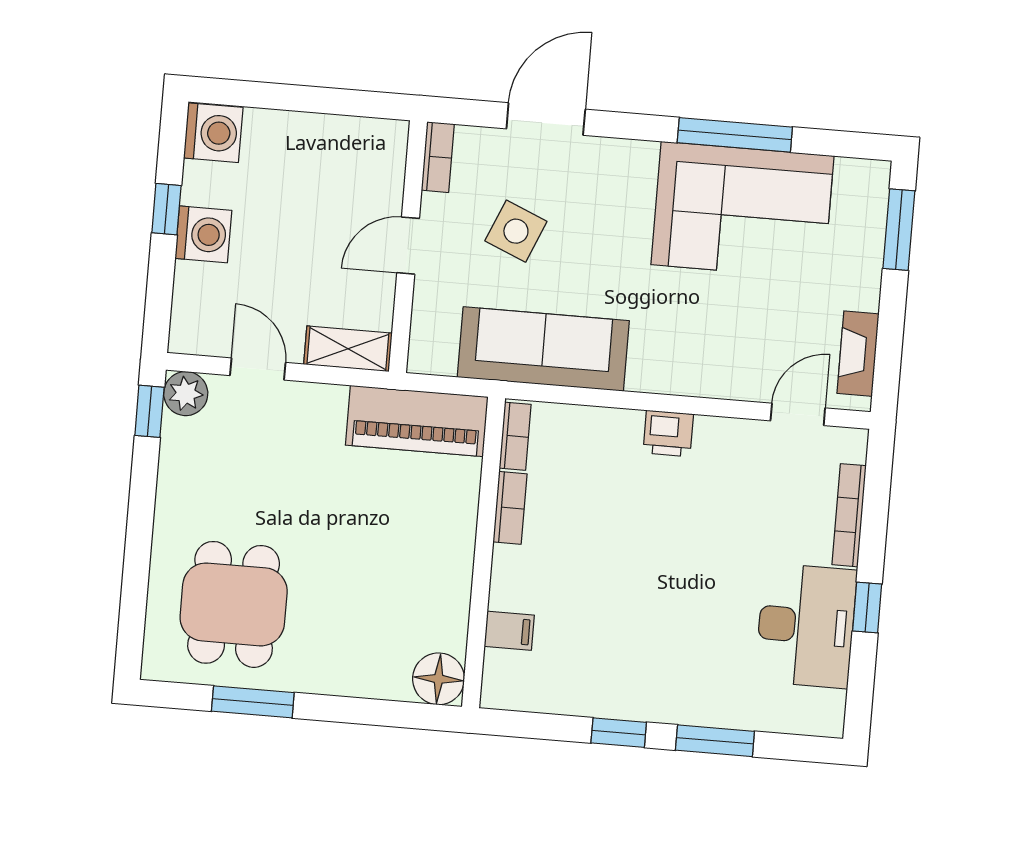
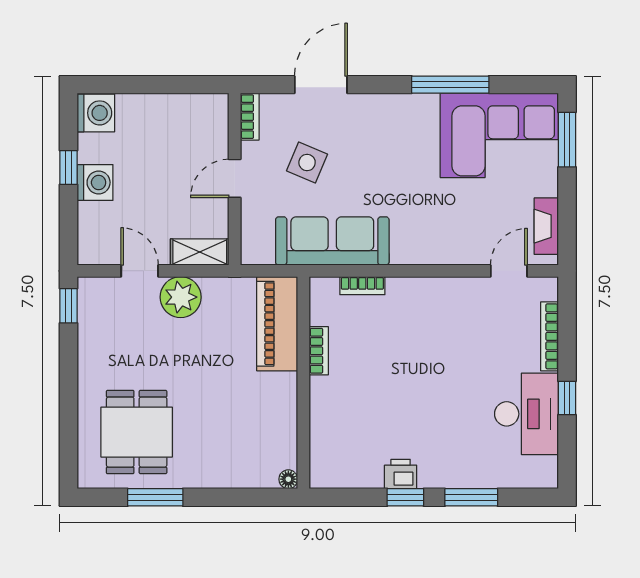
corner sofa: (742, 210) -> (499, 135), moved
plant: (186, 394) -> (181, 297), moved, width x1.36, depth x1.36
piano: (417, 421) -> (277, 324), moved, turned 90
printer: (668, 433) -> (401, 474), moved, turned 180
bookcase: (515, 436) -> (362, 286), moved, turned 90
filing cabinet: (509, 631) -> (325, 434), removed
floor lamp: (439, 679) -> (288, 479), width x0.53, depth x0.53

